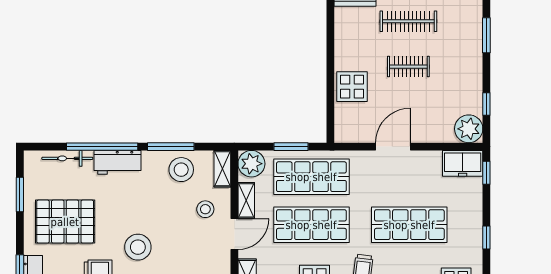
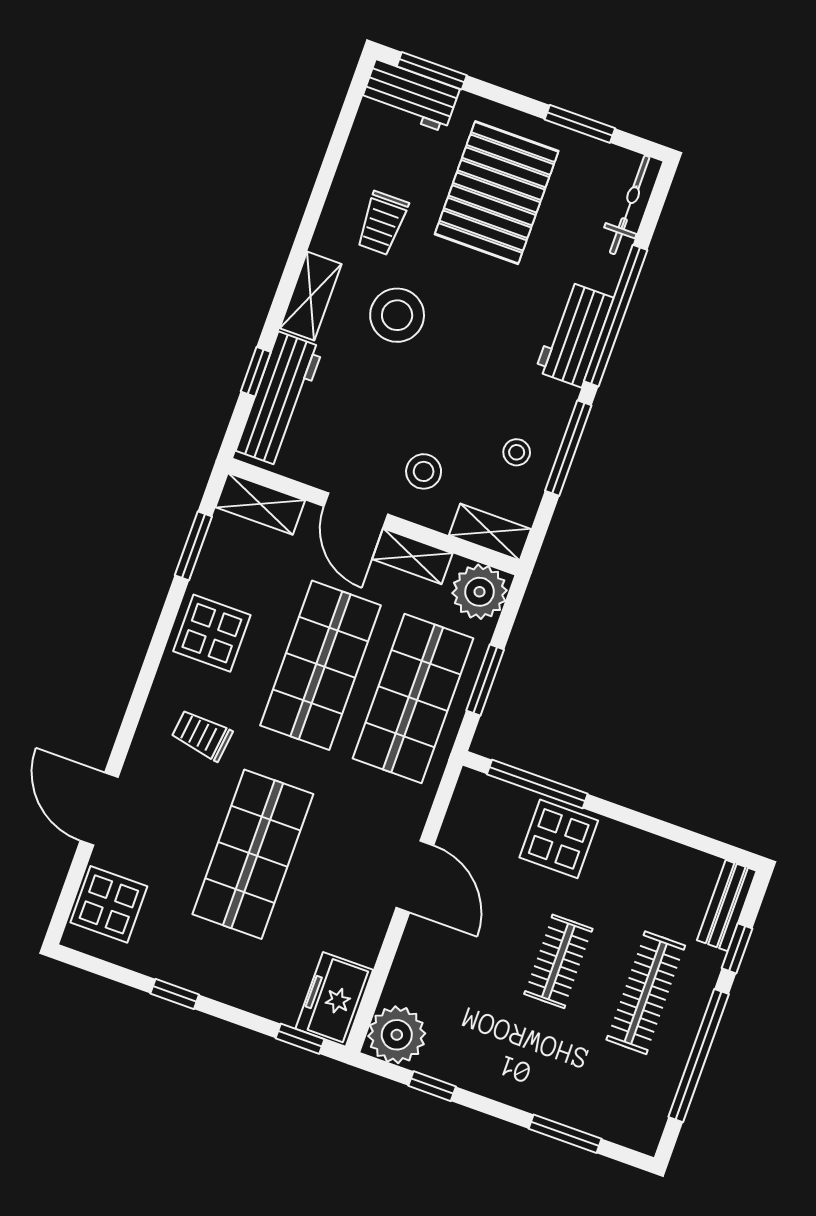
window: (330, 105) -> (537, 784), added
bicycle: (67, 158) -> (630, 205), moved
stool: (181, 170) -> (517, 452), width x0.53, depth x0.53

